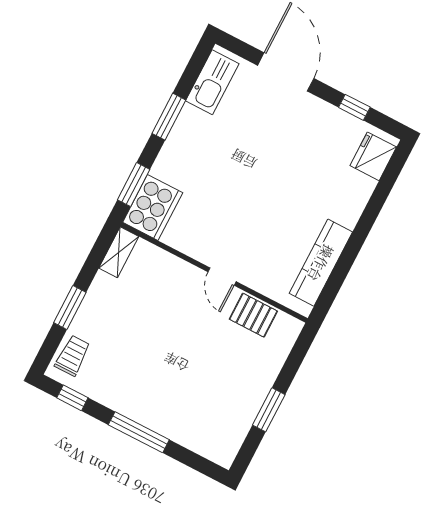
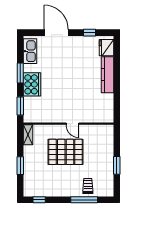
cooker: (153, 207) -> (32, 84), moved
kitchen counter: (321, 263) -> (107, 75), moved
pallet: (253, 315) -> (66, 152), moved, width x2.05, depth x2.00
trolley: (73, 356) -> (88, 186), moved
window: (139, 432) -> (84, 200), moved

